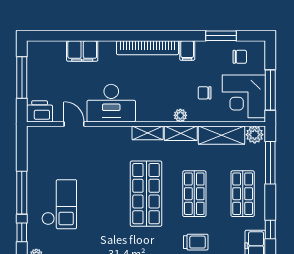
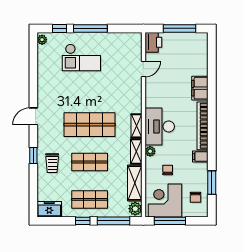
filing cabinet: (82, 51) -> (200, 88), moved
desk: (111, 103) -> (160, 126), moved
window: (270, 229) -> (83, 221), moved

